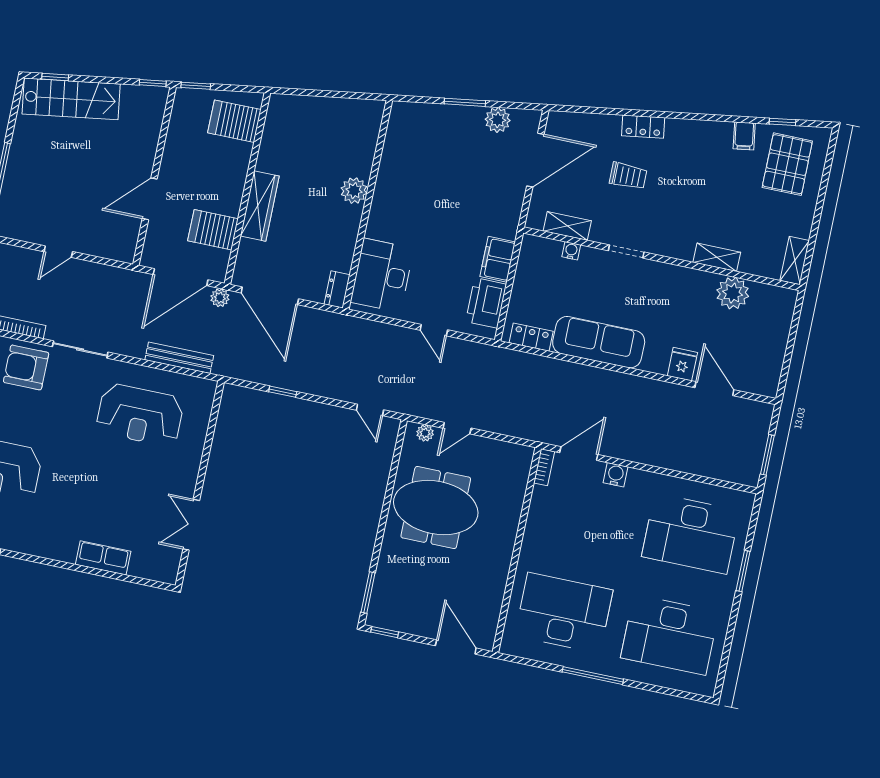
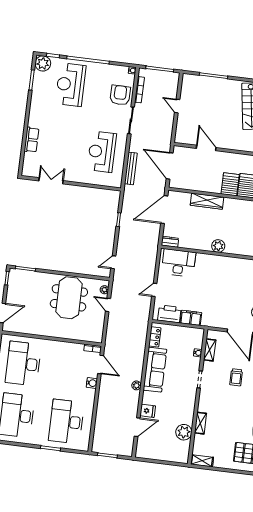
server rack: (213, 230) -> (230, 184), moved
plant: (220, 298) -> (136, 385), moved
desk: (564, 613) -> (23, 364), turned 180

